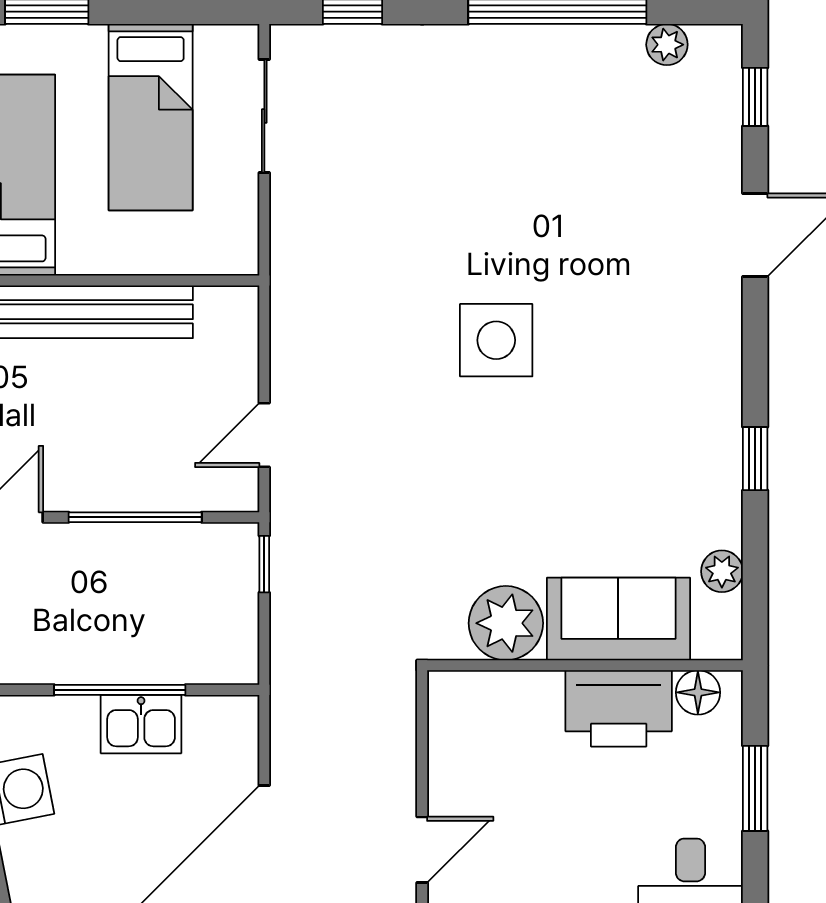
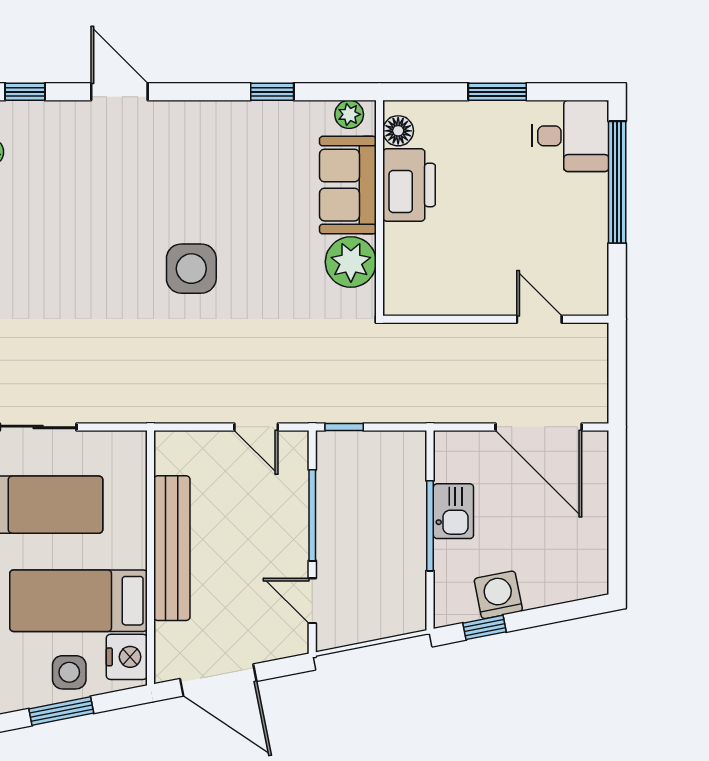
sofa: (618, 619) -> (348, 185), moved
plant: (506, 623) -> (351, 262), moved
wall: (585, 665) -> (380, 208), moved
floor lamp: (698, 692) -> (398, 131), moved
printer: (619, 708) -> (409, 185), moved

